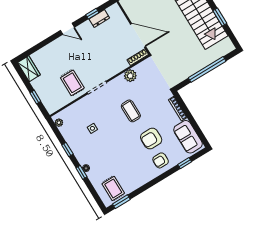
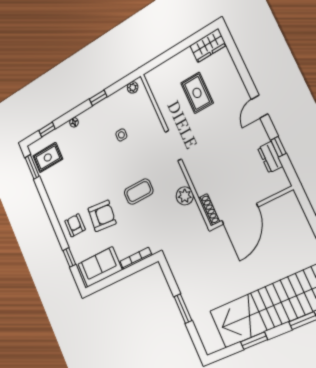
window: (207, 69) -> (183, 309), width x0.47
rug: (72, 83) -> (197, 93), moved, turned 90
window: (35, 97) -> (169, 54), removed
armchair: (151, 139) -> (102, 216), turned 95
window: (81, 172) -> (47, 130), moved

